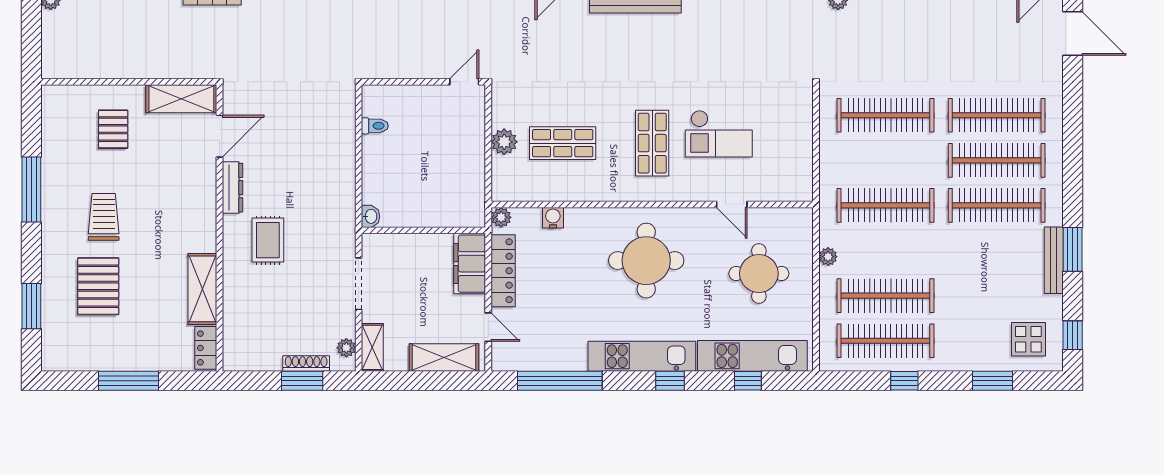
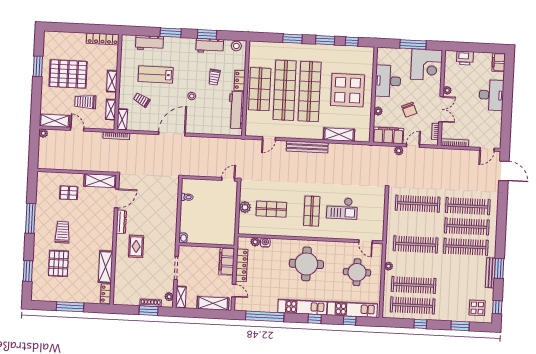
pallet: (113, 129) -> (69, 193), turned 90
door: (732, 204) -> (366, 241), moved
plant: (501, 217) -> (255, 242), moved

